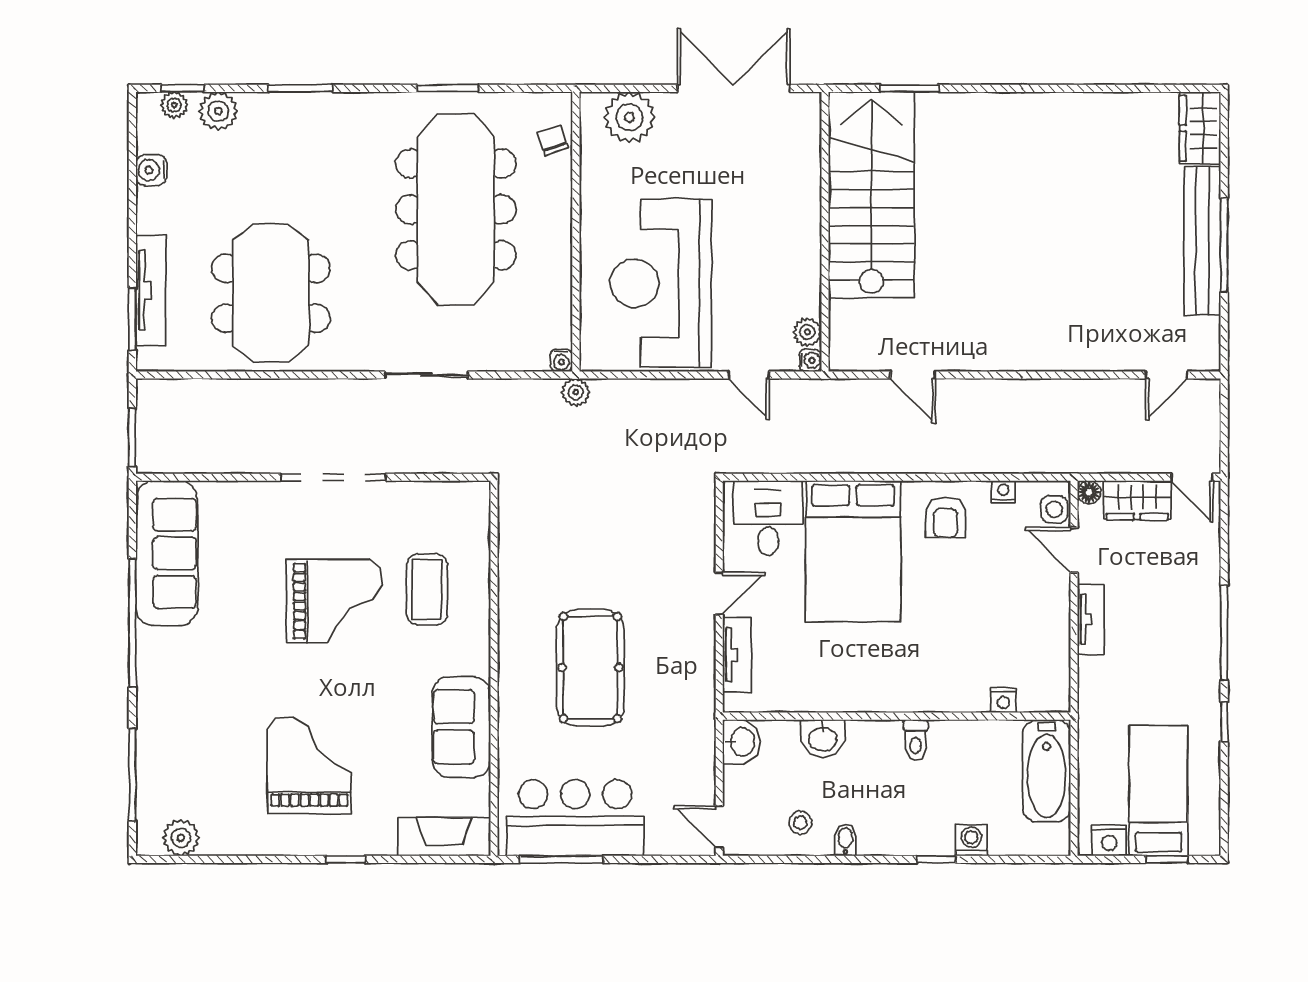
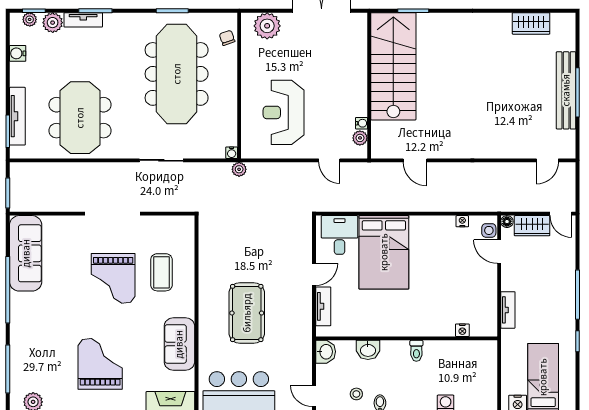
tv unit: (277, 106) -> (83, 20), added
wardrobe: (1200, 128) -> (531, 23), moved, turned -90
reception desk: (661, 283) -> (284, 112), width x0.74, depth x0.77
water cooler: (810, 360) -> (362, 123), moved
armchair: (946, 517) -> (432, 235), removed
grand piano: (334, 601) -> (113, 278), turned 90
tv unit: (1091, 619) -> (508, 310), moved
bathtub: (1047, 771) -> (485, 367), removed

